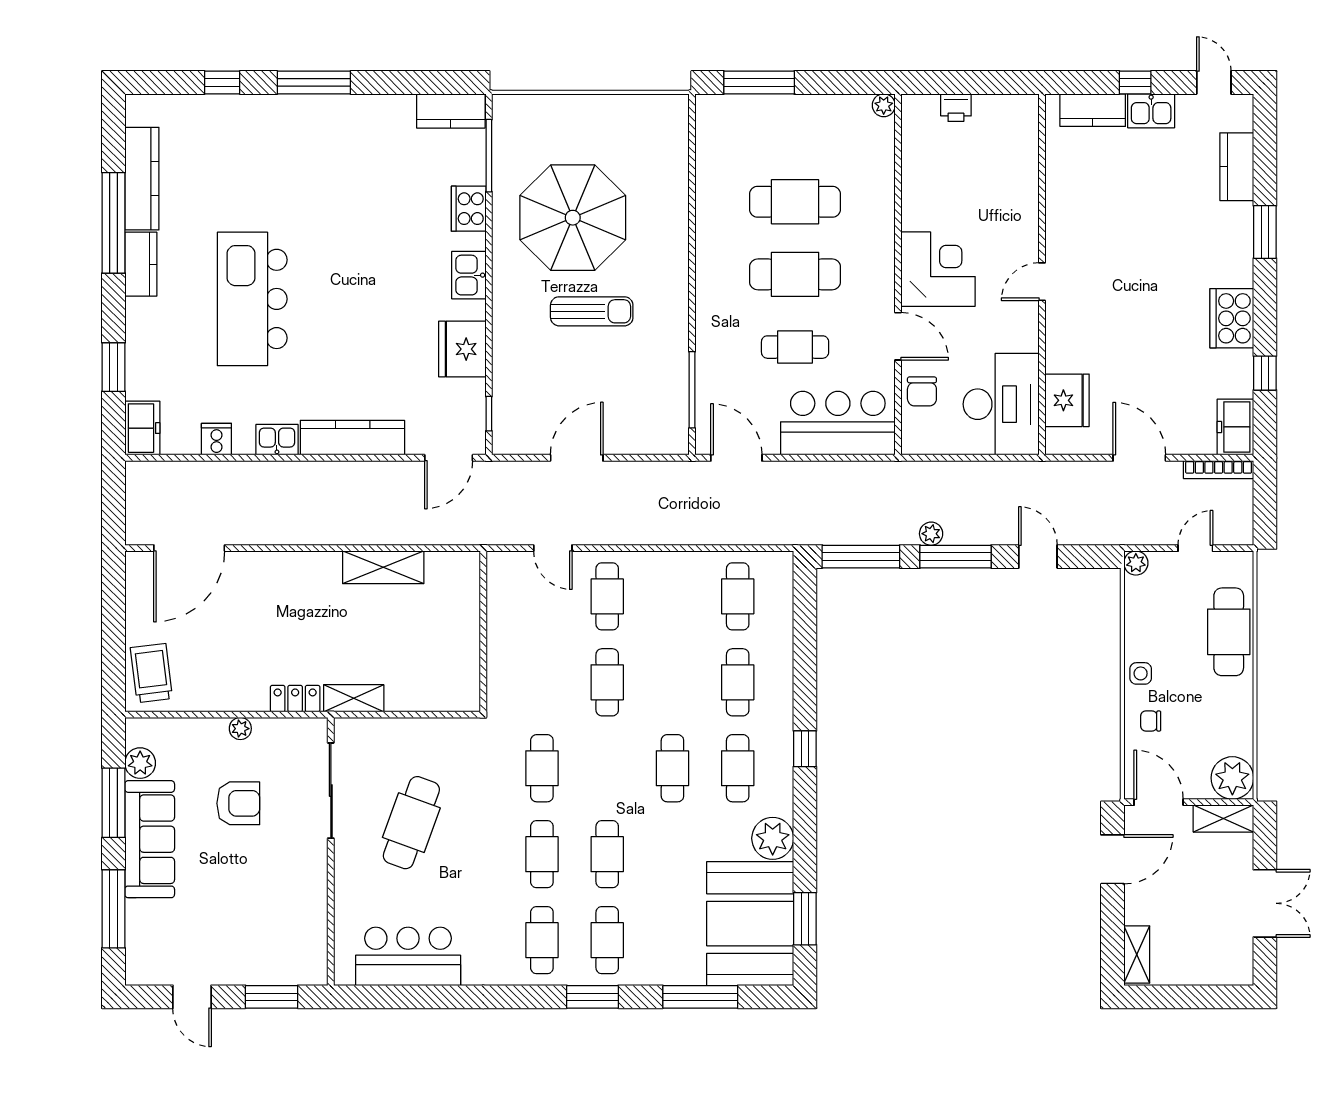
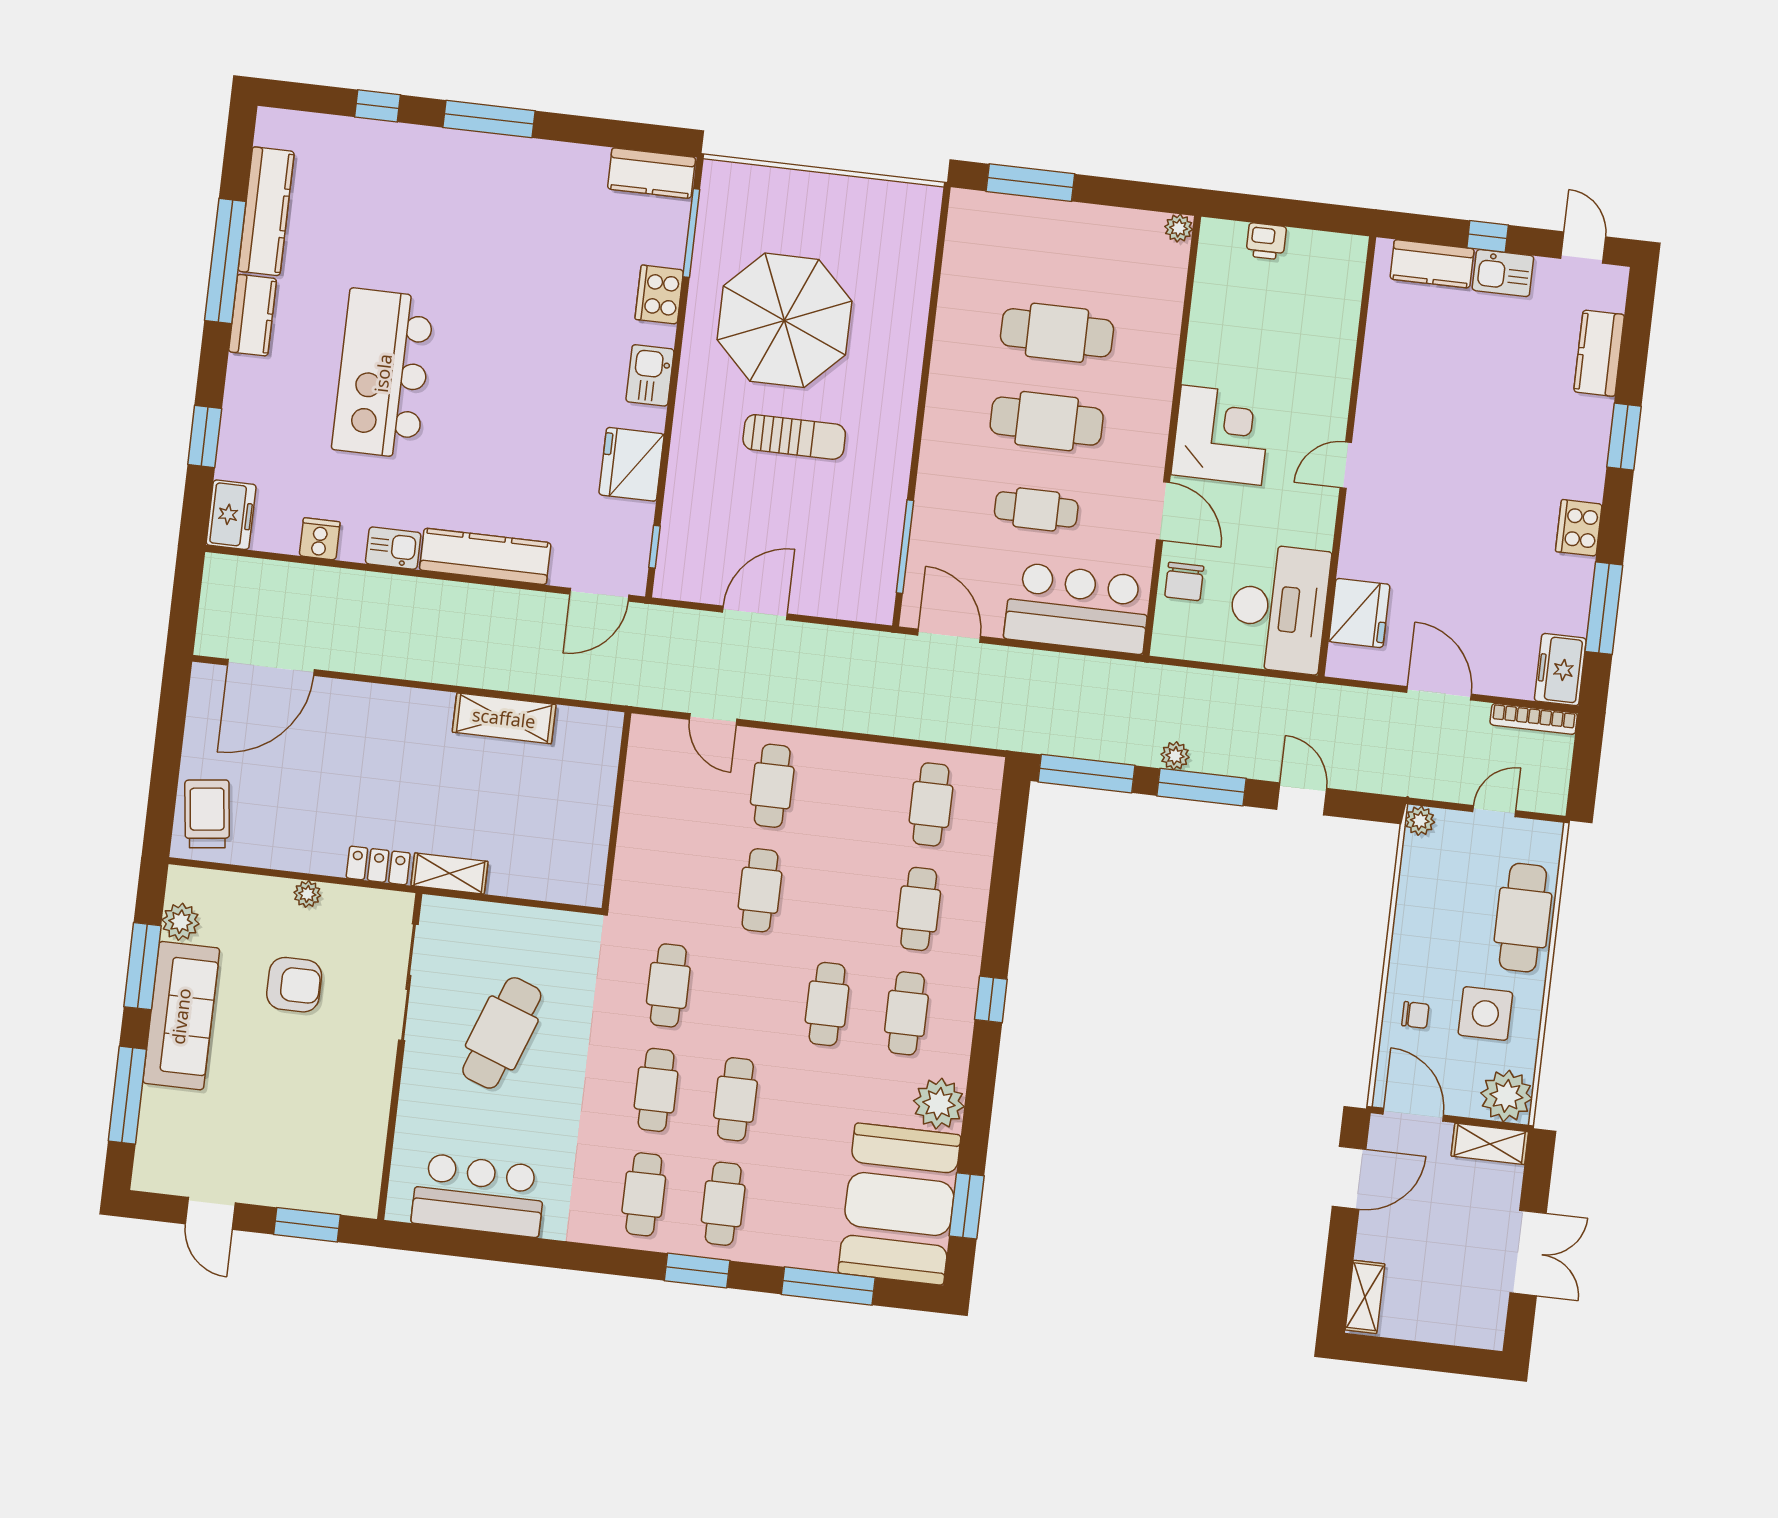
cooker: (1232, 318) -> (1579, 528), width x0.73, depth x0.76
window: (1265, 373) -> (1604, 608), width x2.17
side table: (1141, 673) -> (1485, 1014), moved, width x1.87, depth x1.87
chair: (1151, 721) -> (1415, 1015), turned 180

